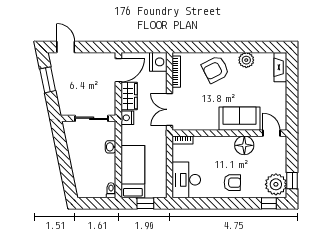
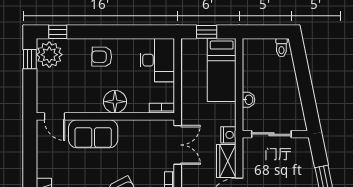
floor lamp: (244, 145) -> (115, 102), moved
toilet: (111, 190) -> (281, 48), moved

